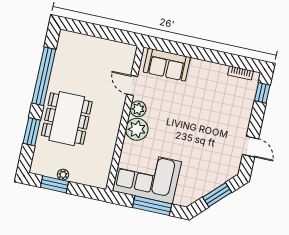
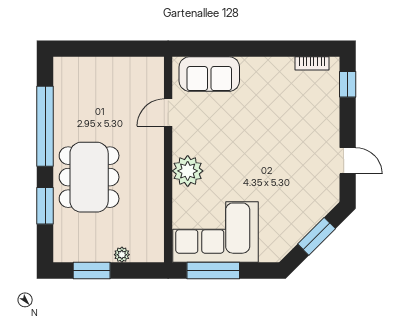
door: (132, 85) -> (168, 113), hinge flipped
plant: (138, 109) -> (183, 143), removed
plant: (63, 175) -> (122, 255), moved
window: (152, 206) -> (213, 270), moved

